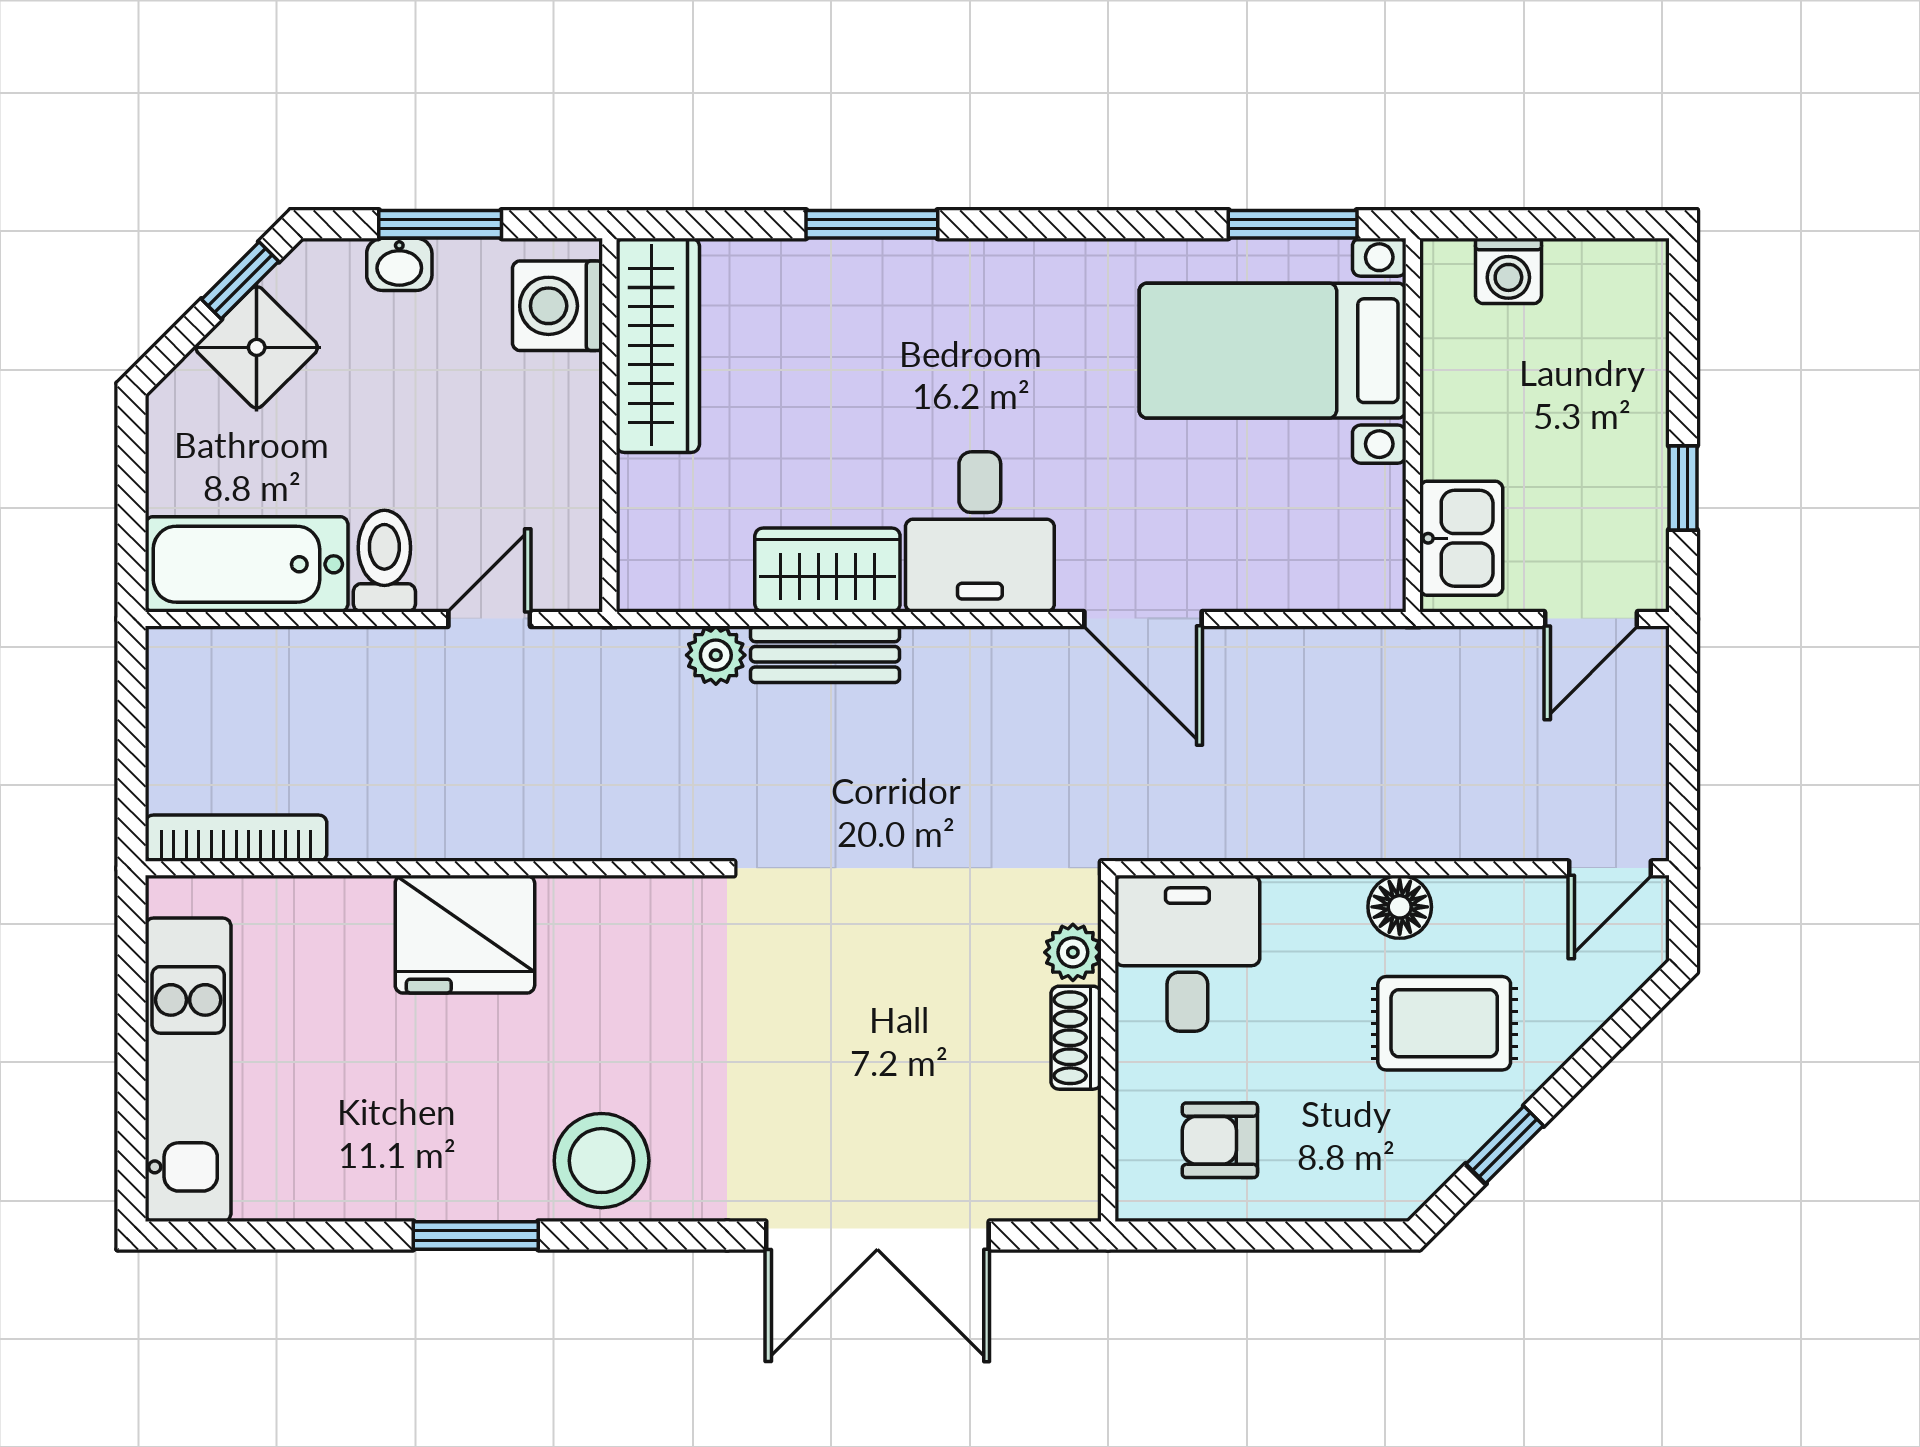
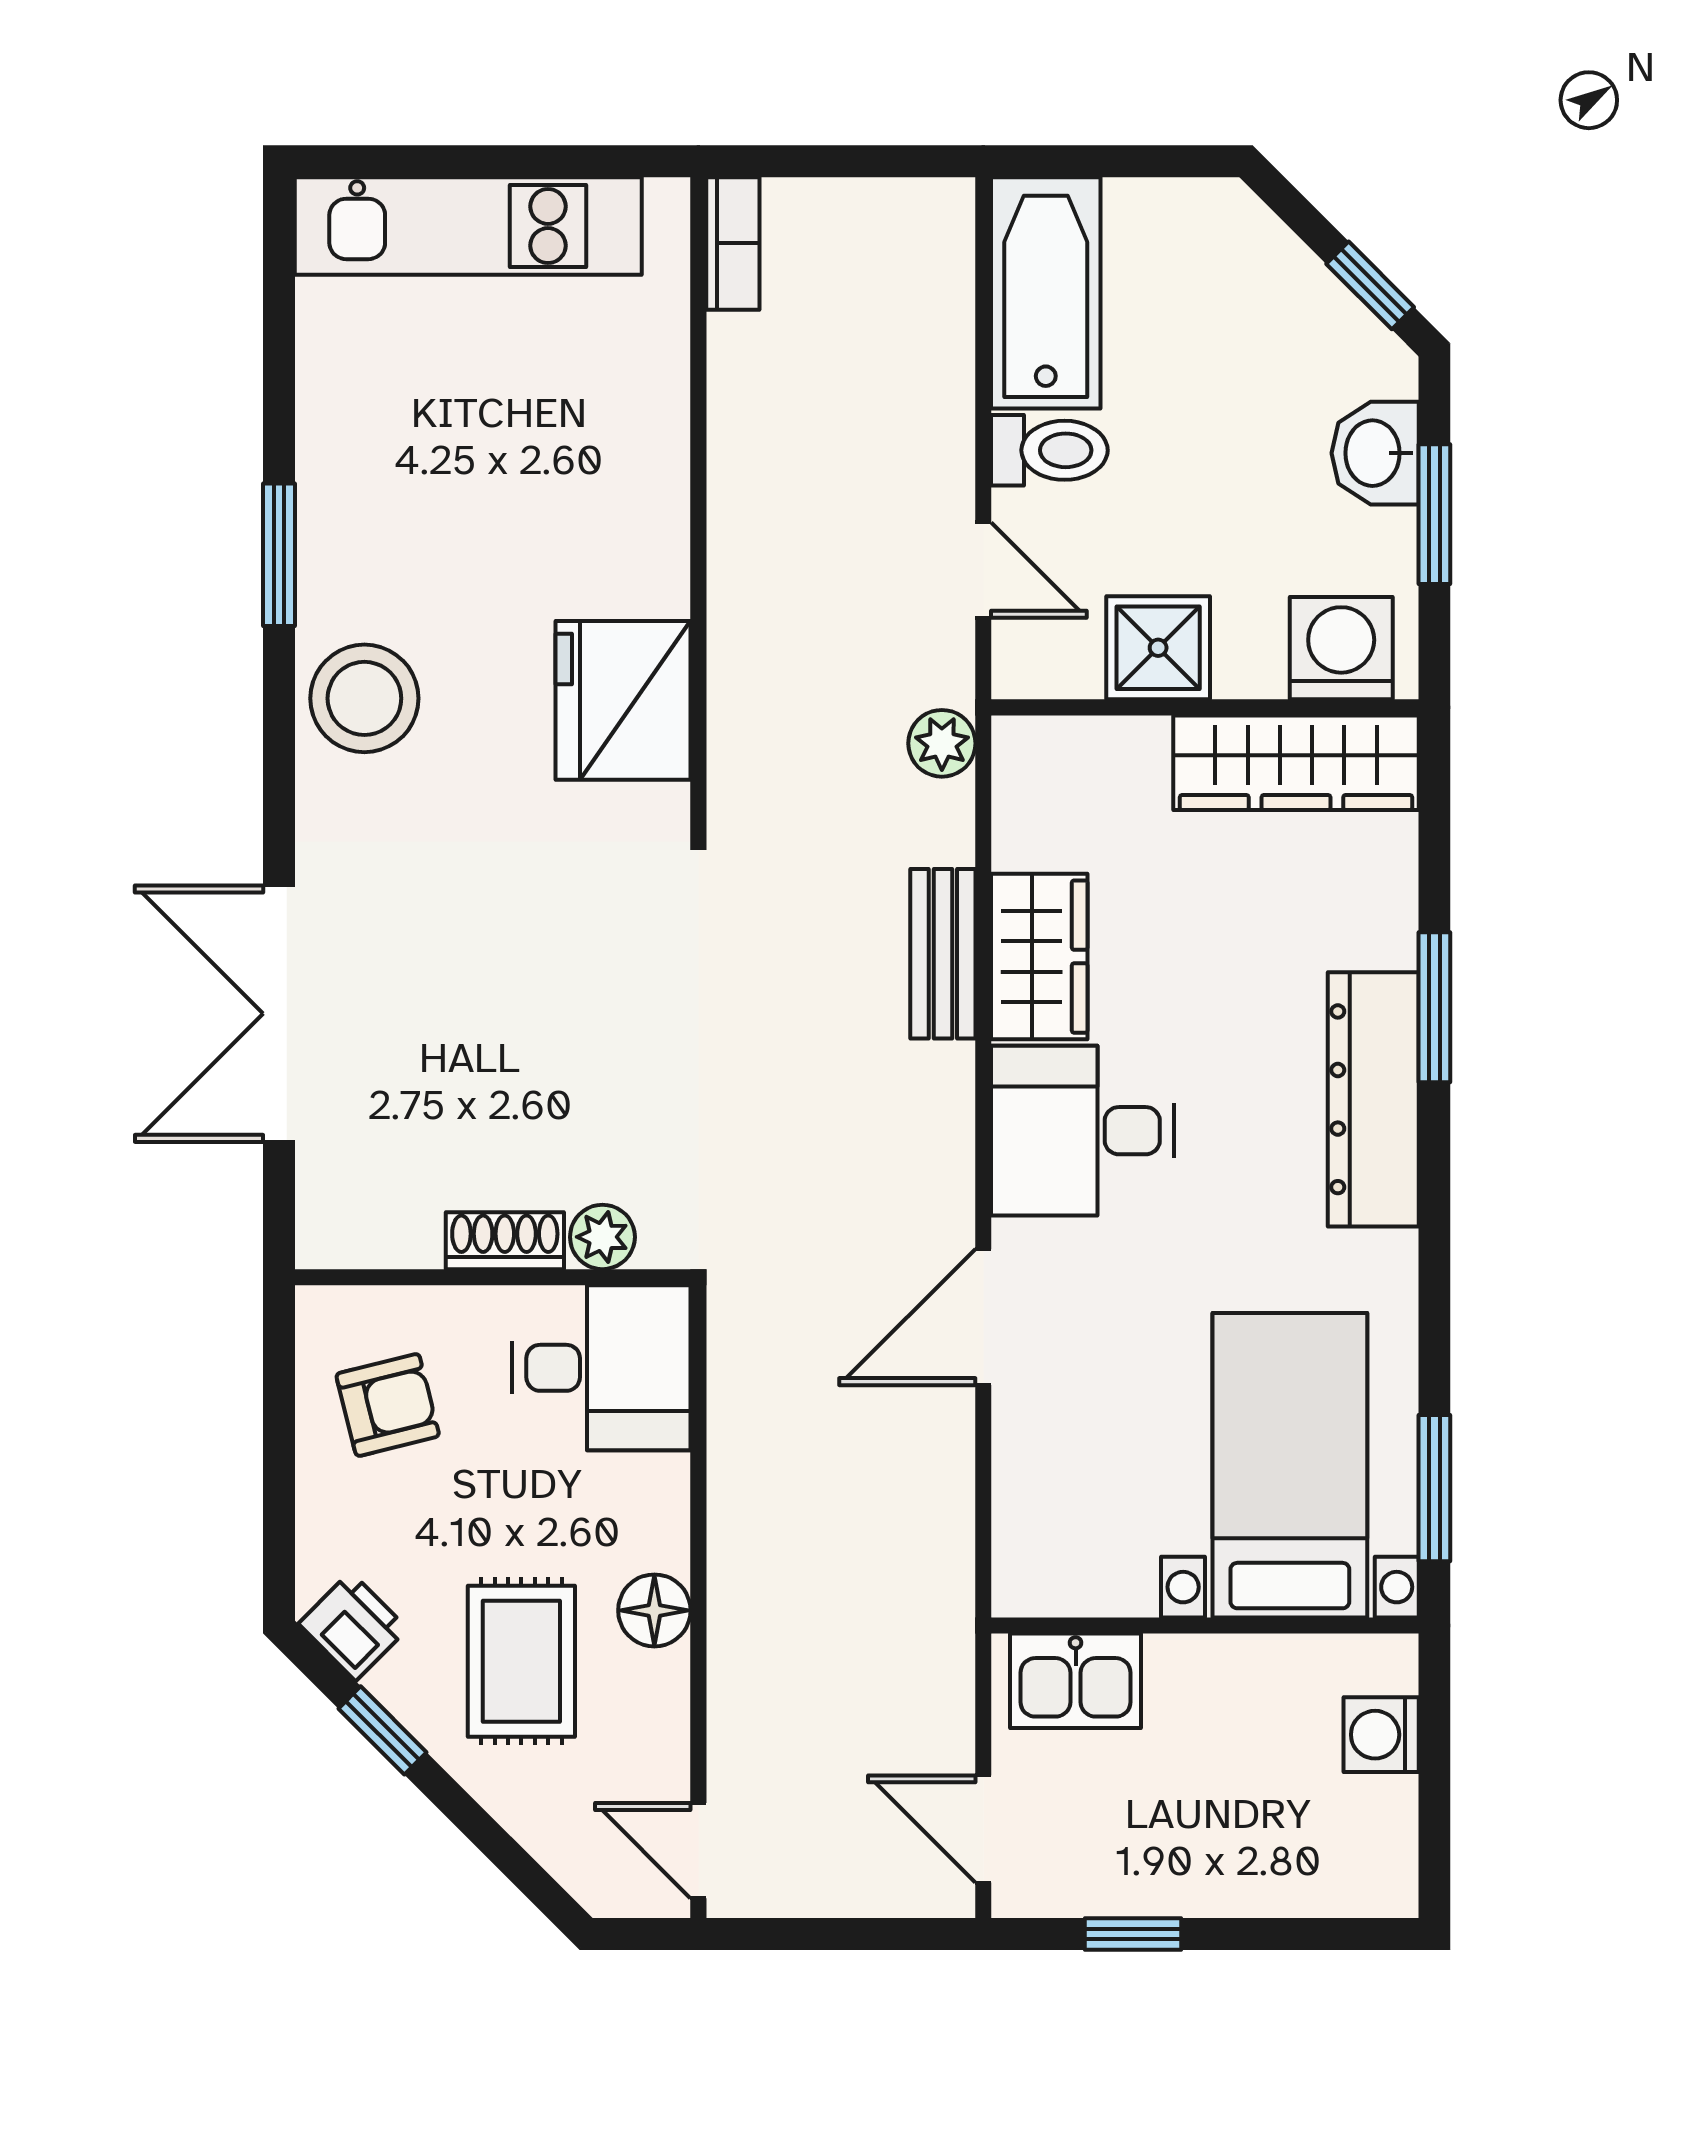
washbasin: (399, 264) -> (1375, 453), width x1.38, depth x1.45
dresser: (952, 278) -> (1373, 1099), added
shower: (257, 347) -> (1158, 648), moved, turned 45
plant: (716, 655) -> (942, 743), moved
bookcase: (236, 838) -> (733, 243), width x0.64
fridge: (465, 934) -> (623, 700), moved
armchair: (1220, 1140) -> (388, 1405), turned 76
printer: (1414, 1171) -> (353, 1626), added

